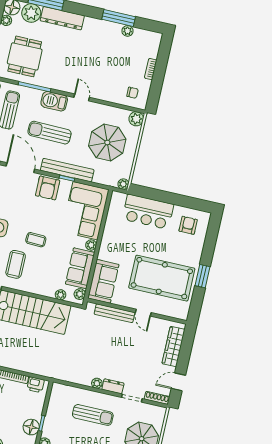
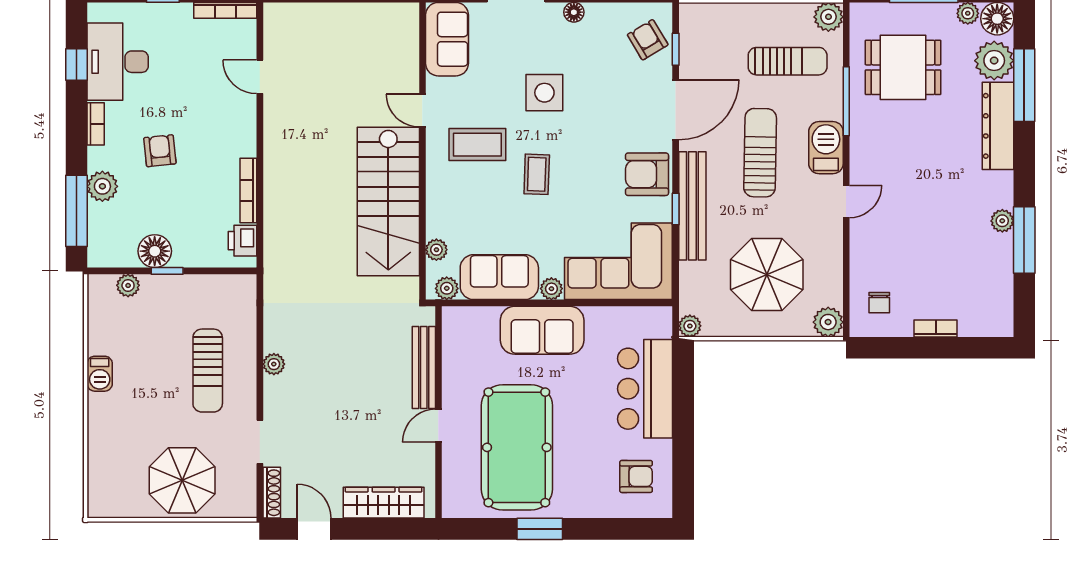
plant: (128, 31) -> (1002, 221), moved
sofa: (103, 281) -> (542, 330), moved
dresser: (113, 386) -> (275, 398), removed

